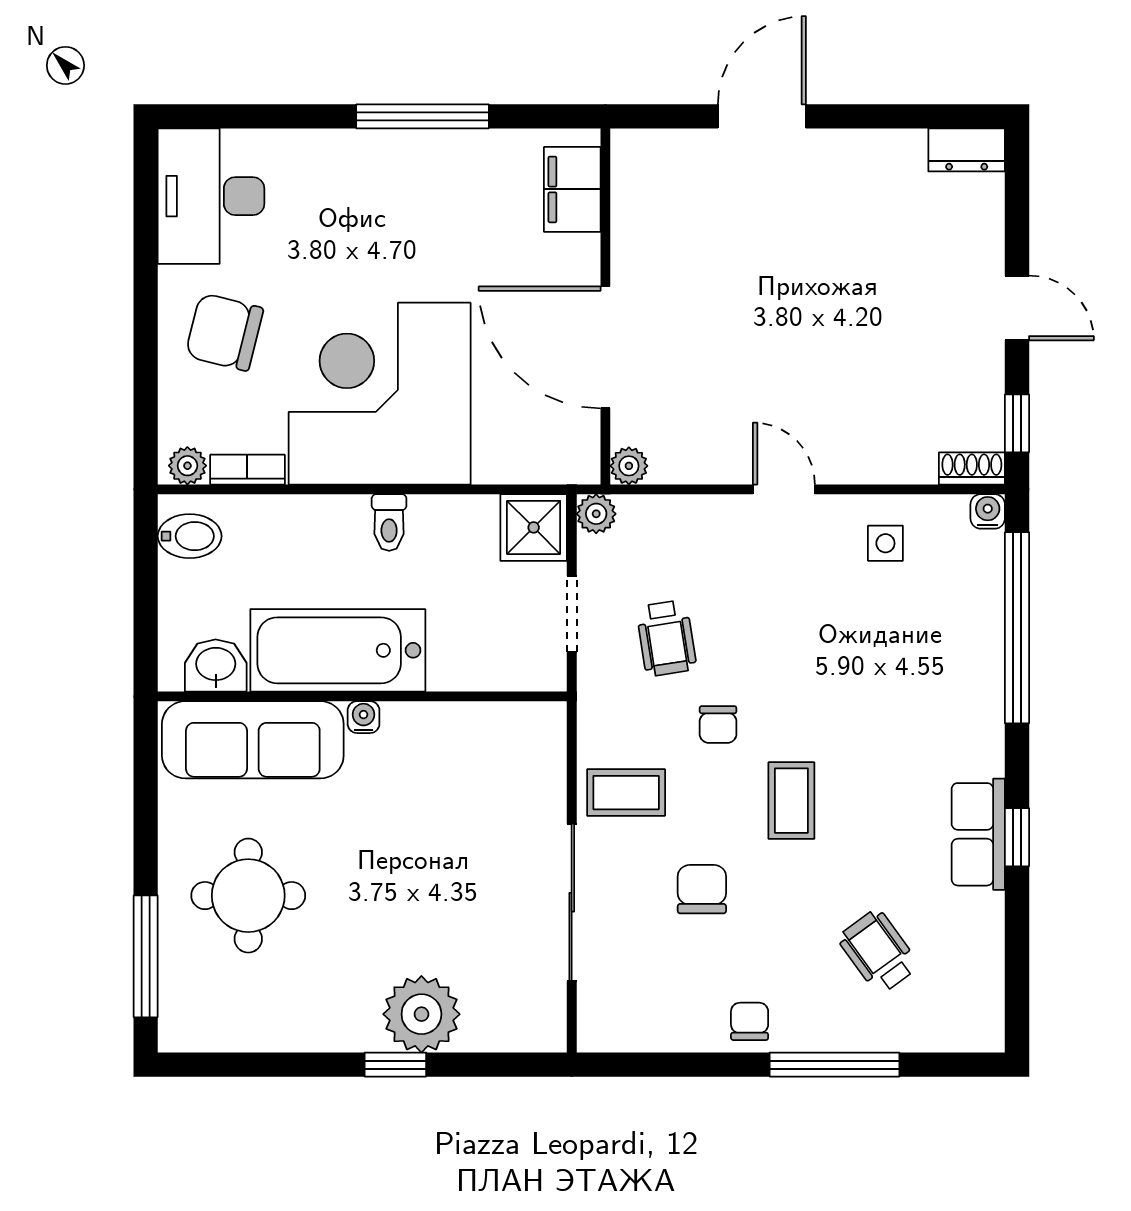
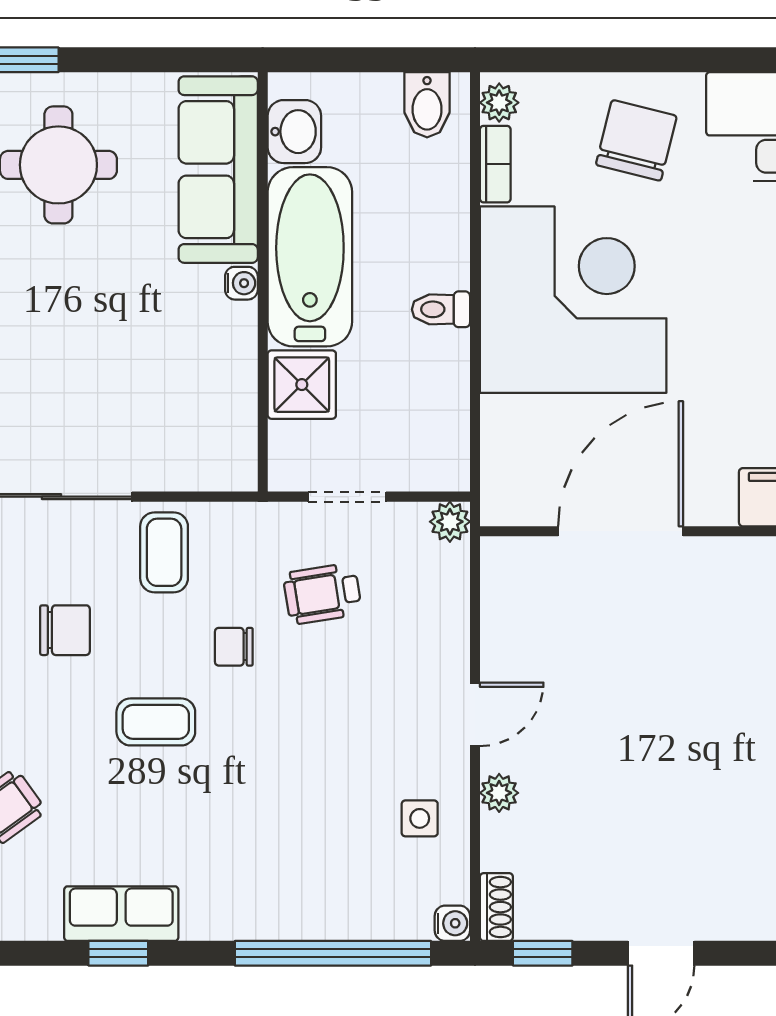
plant: (629, 466) -> (499, 793), moved
shower: (534, 527) -> (302, 385), moved

